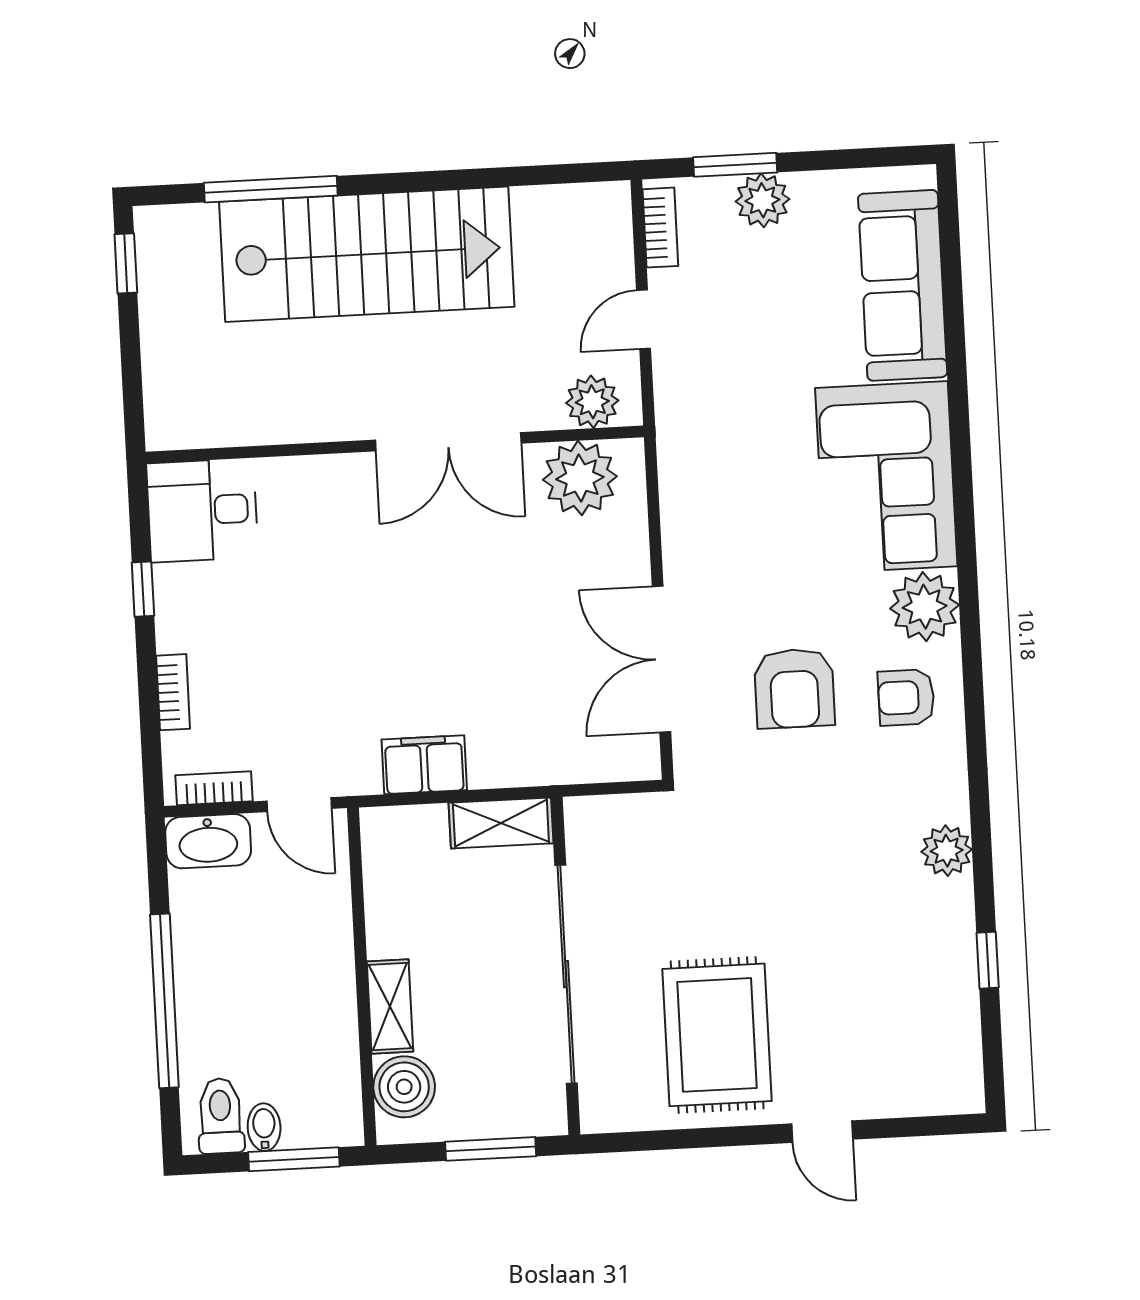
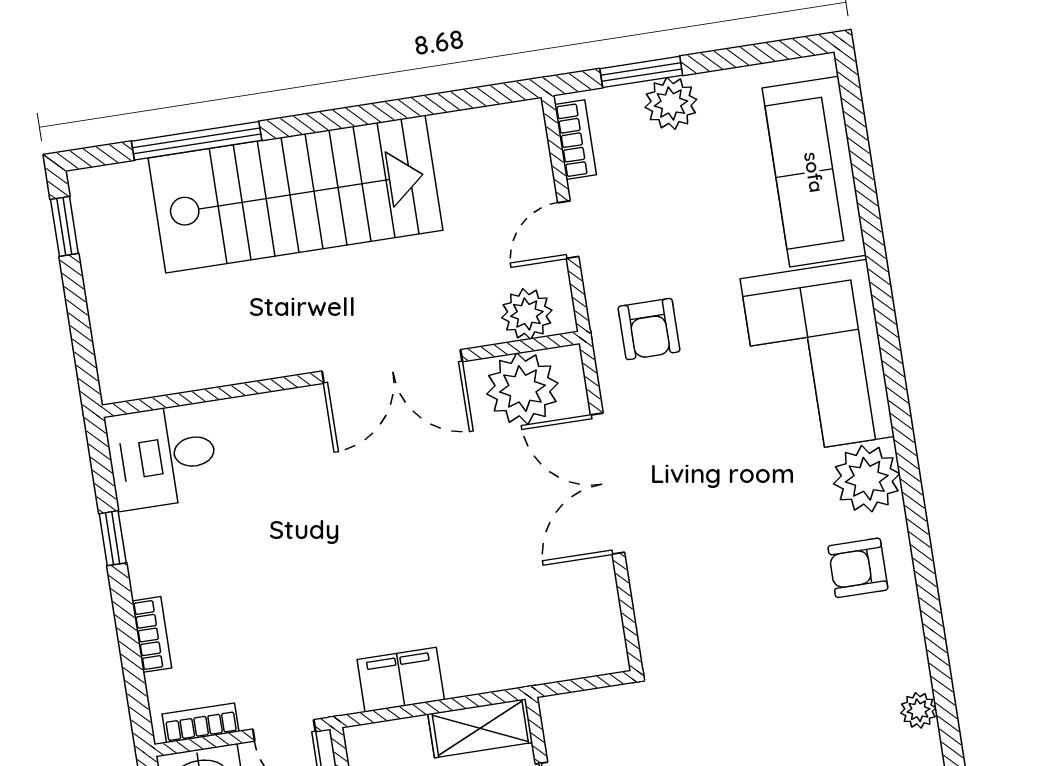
double door: (661, 659) -> (608, 484), moved
armchair: (794, 688) -> (649, 329), moved, width x0.72, depth x0.72
plant: (947, 851) -> (918, 710), width x0.73, depth x0.73

